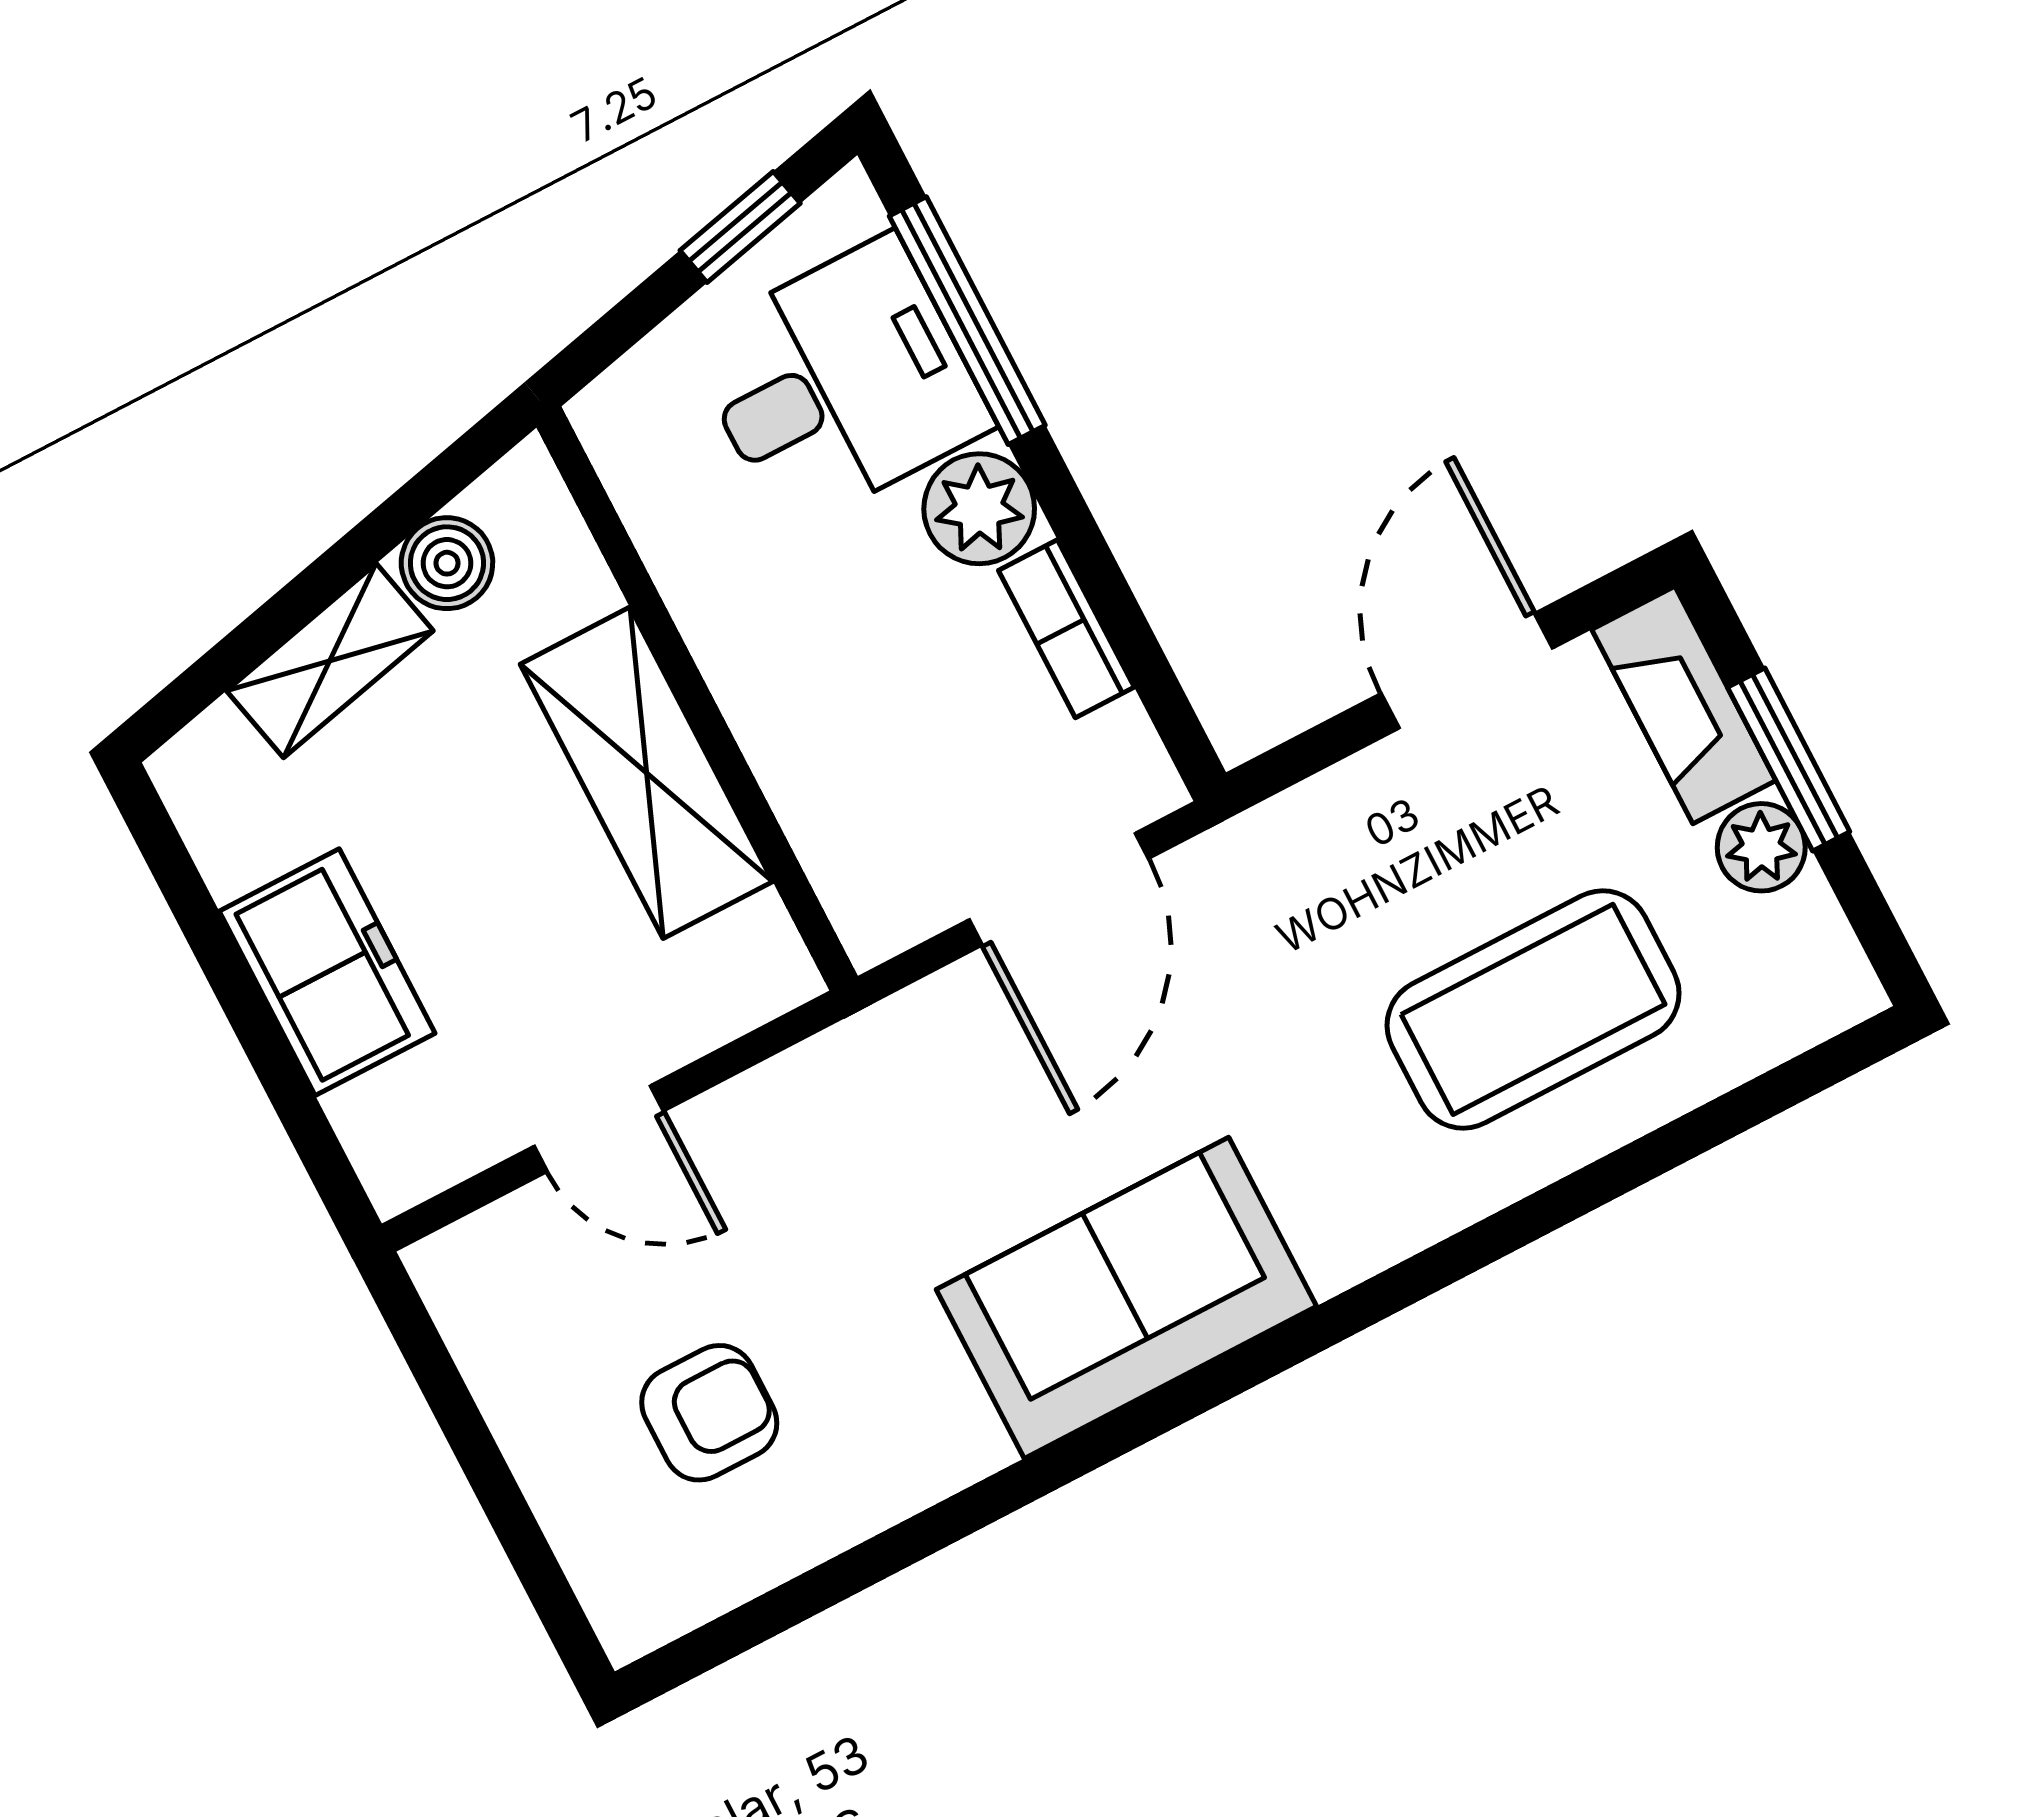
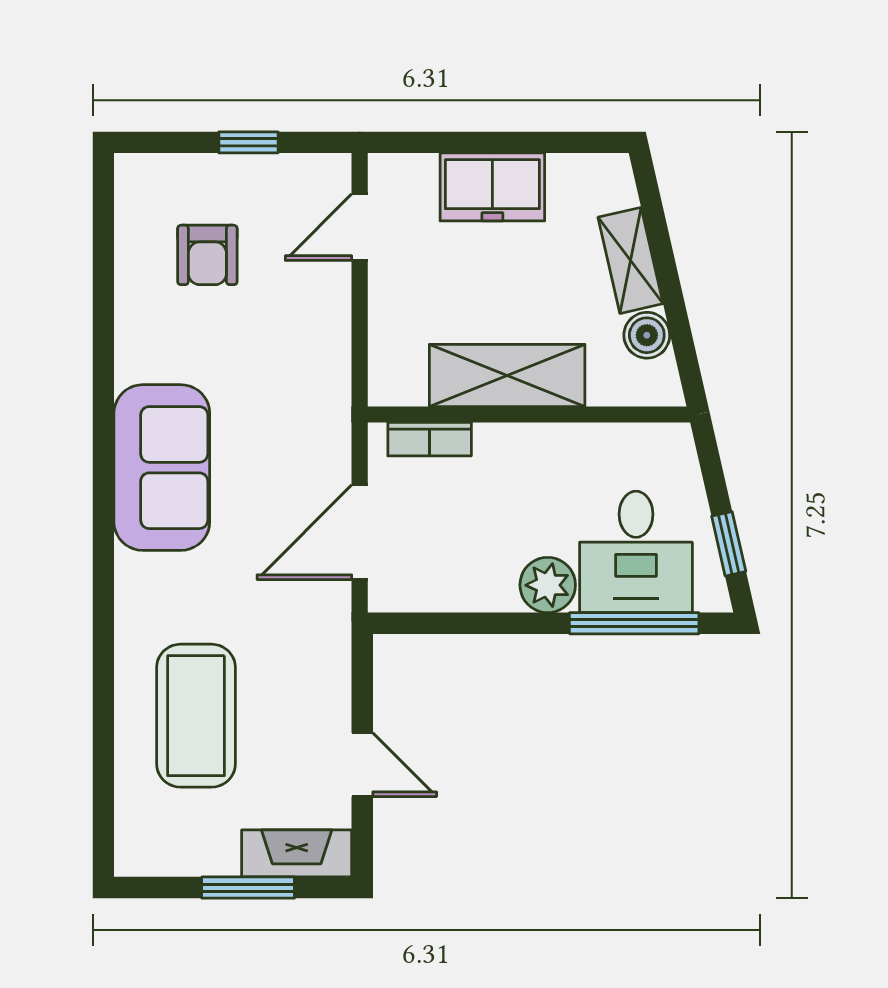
bookcase: (1066, 629) -> (430, 439), moved, turned 180
door: (1467, 671) -> (362, 765), width x0.73
plant: (1761, 847) -> (215, 855), removed
door: (1059, 889) -> (360, 532), hinge flipped
door: (599, 1129) -> (360, 227), moved
window: (473, 1444) -> (248, 142), added

